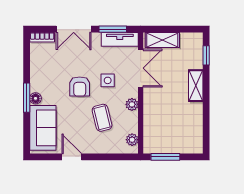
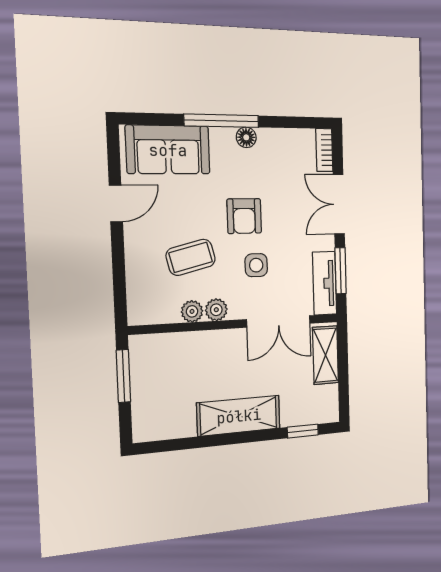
armchair: (80, 86) -> (244, 216), turned -90
shelving: (196, 86) -> (239, 416), width x1.50, depth x1.33
window: (27, 98) -> (222, 121), width x1.44
floor lamp: (36, 98) -> (246, 137), moved
plant: (132, 140) -> (192, 311), moved

